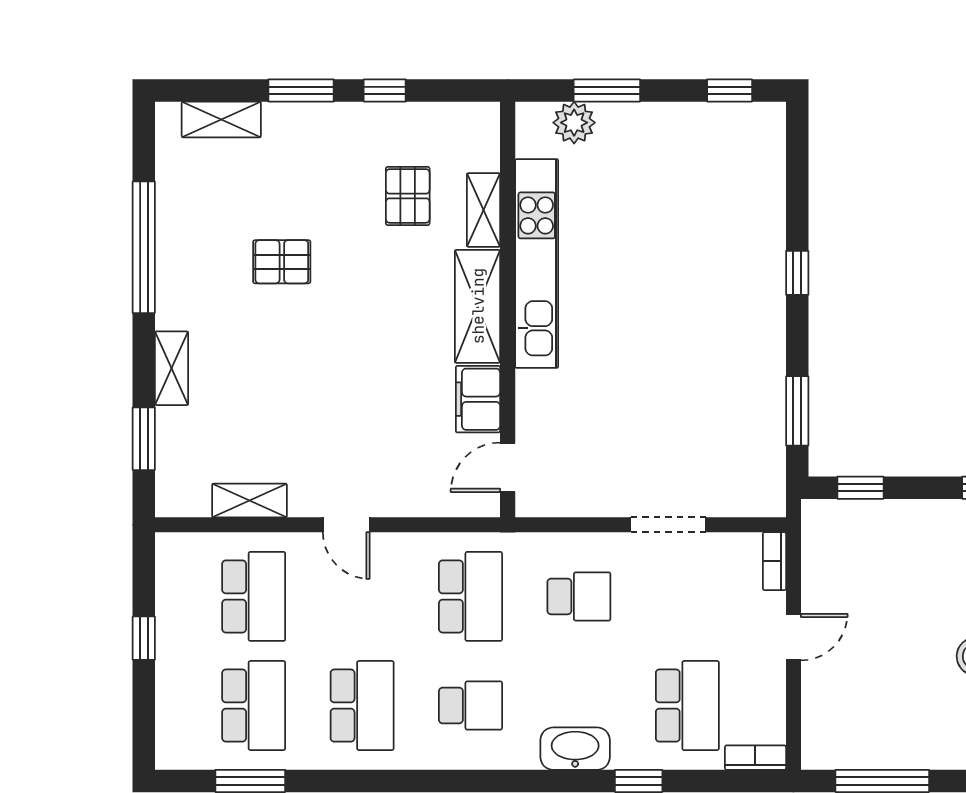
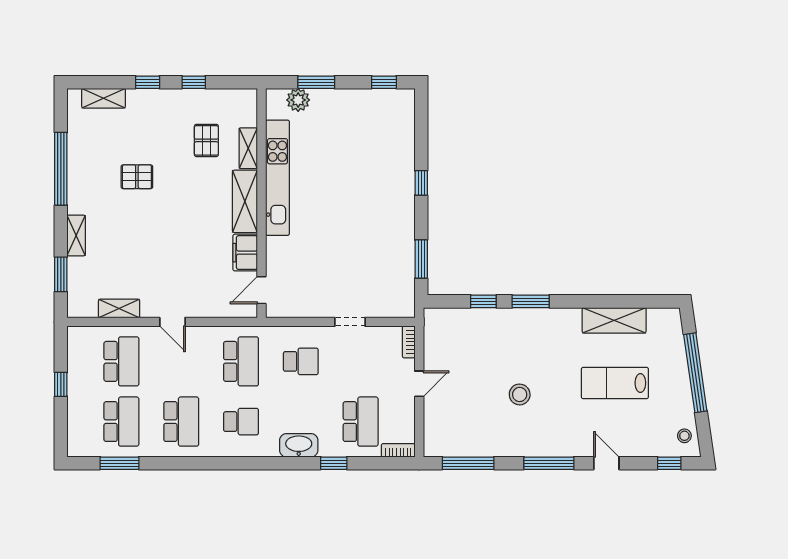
window: (301, 90) -> (148, 82), width x0.67
window: (860, 488) -> (483, 301), moved
doorway: (668, 525) -> (350, 322), width x0.73

